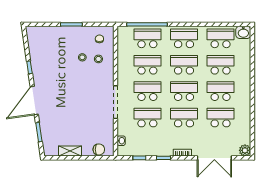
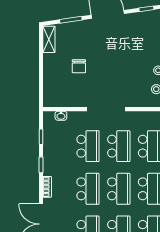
chair: (99, 149) -> (79, 66), moved
shelving: (70, 151) -> (49, 39), moved

